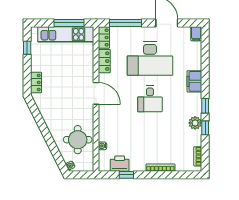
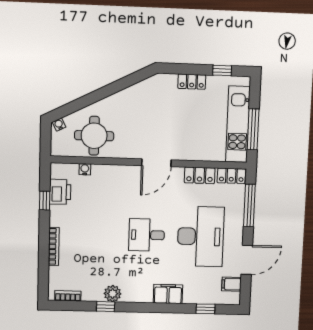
filing cabinet: (196, 34) -> (231, 284), moved
desk: (150, 59) -> (201, 236), turned 180
locker: (36, 82) -> (192, 82), moved
window: (205, 106) -> (205, 309), moved

